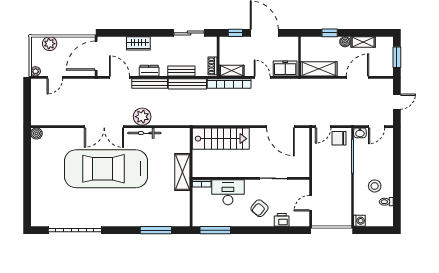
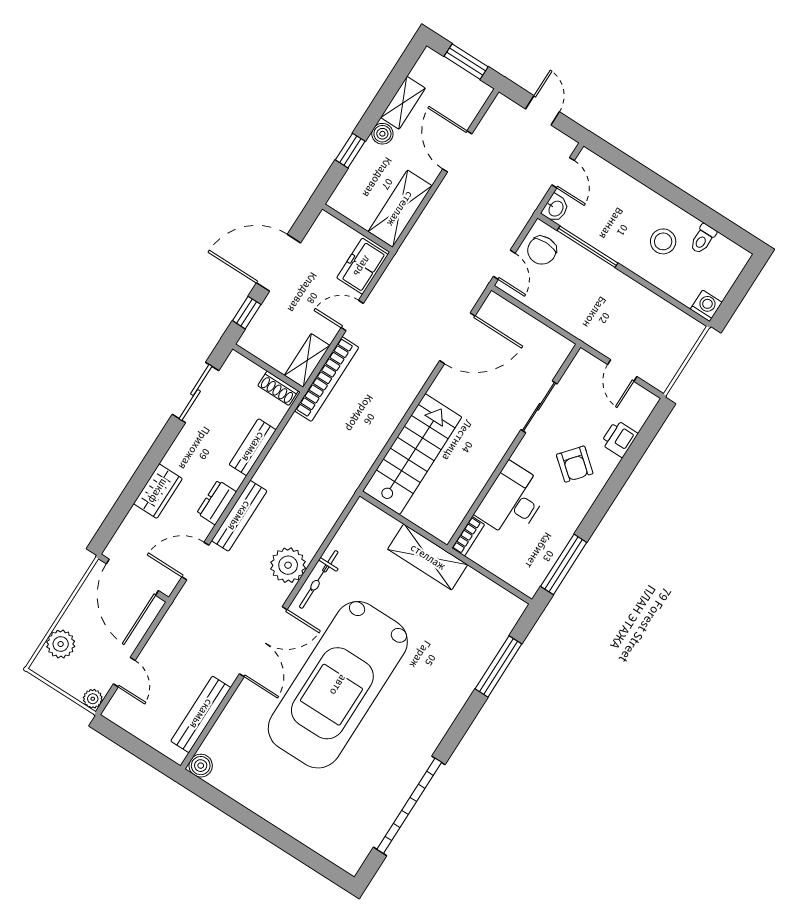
bench: (187, 84) -> (201, 714), moved

